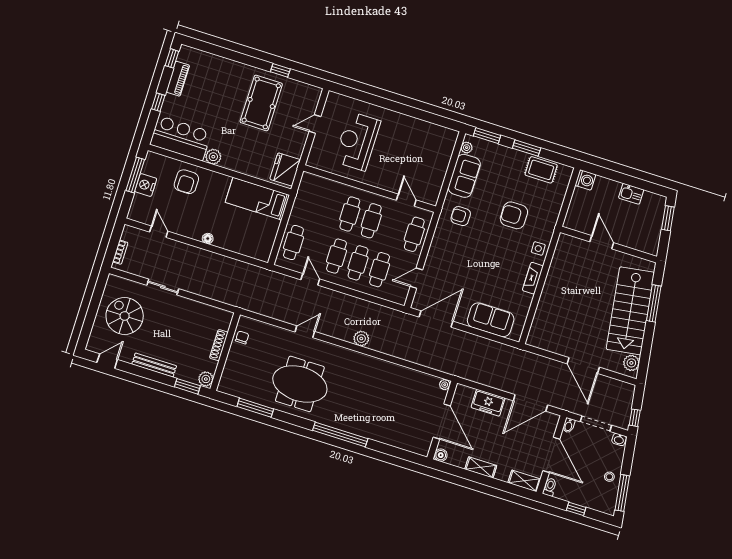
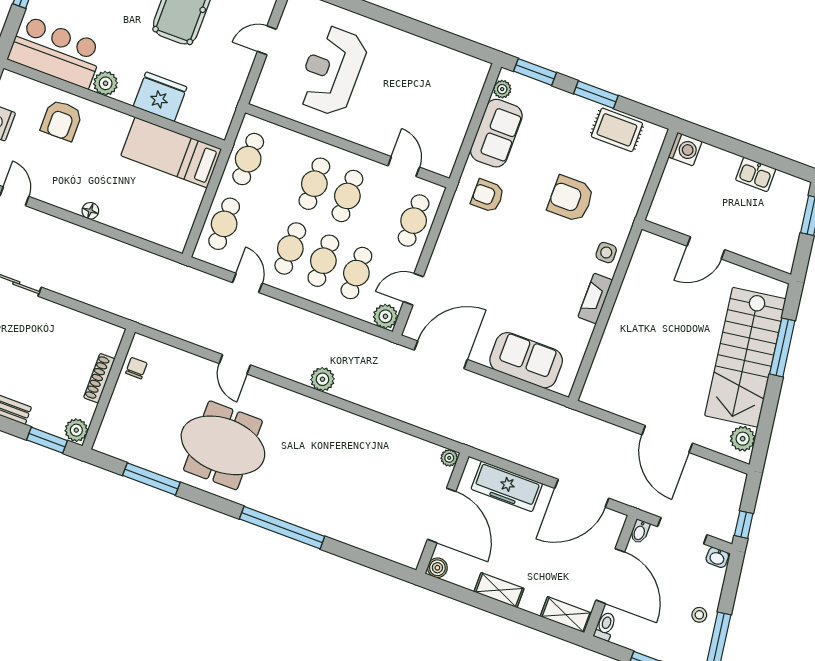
fridge: (285, 169) -> (160, 97), moved, turned 90
cafe table: (307, 200) -> (248, 159), added
door: (602, 242) -> (706, 248), swing flipped
plant: (399, 296) -> (385, 316), added
door: (305, 332) -> (235, 364), swing flipped
freezer: (488, 403) -> (507, 486), width x1.40

